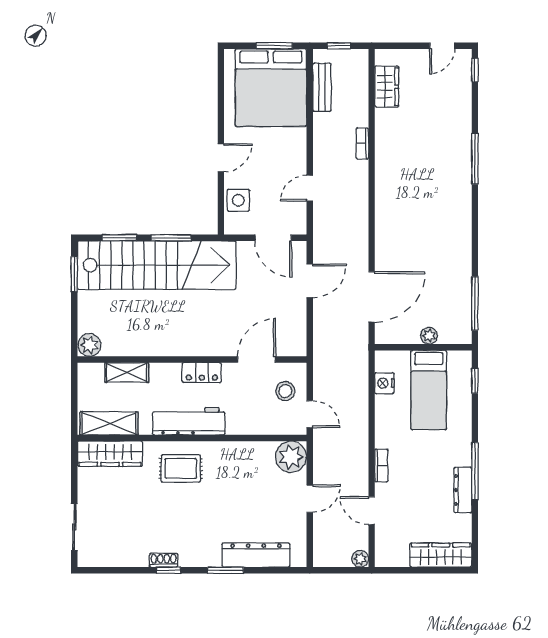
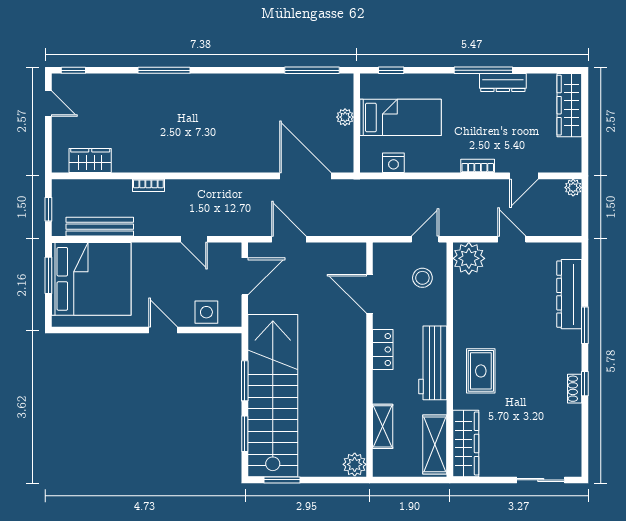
bench: (322, 87) -> (100, 227), width x1.36
stool: (285, 391) -> (422, 278), moved

